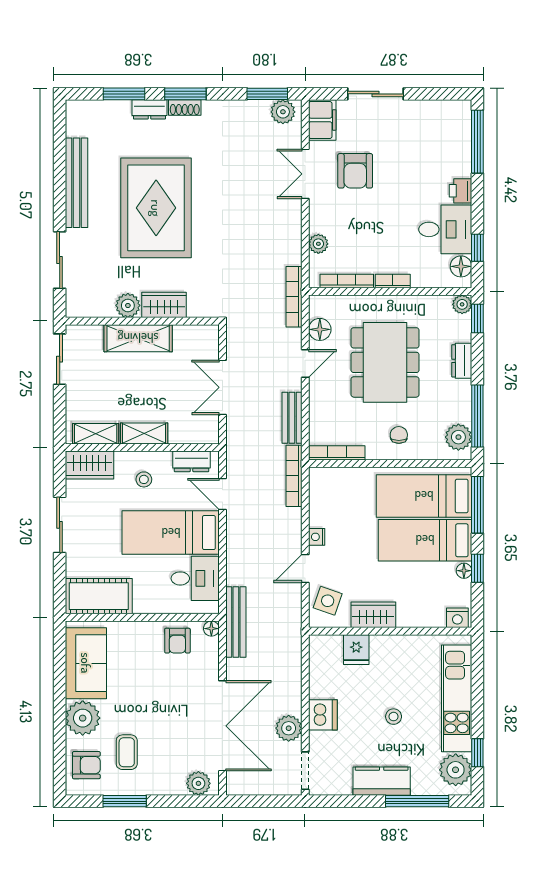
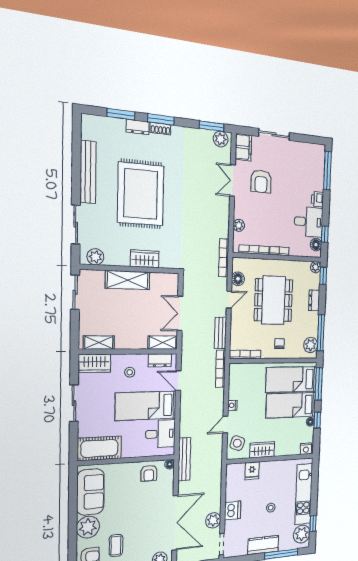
plant: (128, 305) -> (95, 257), moved
shelving: (144, 433) -> (163, 343), moved

